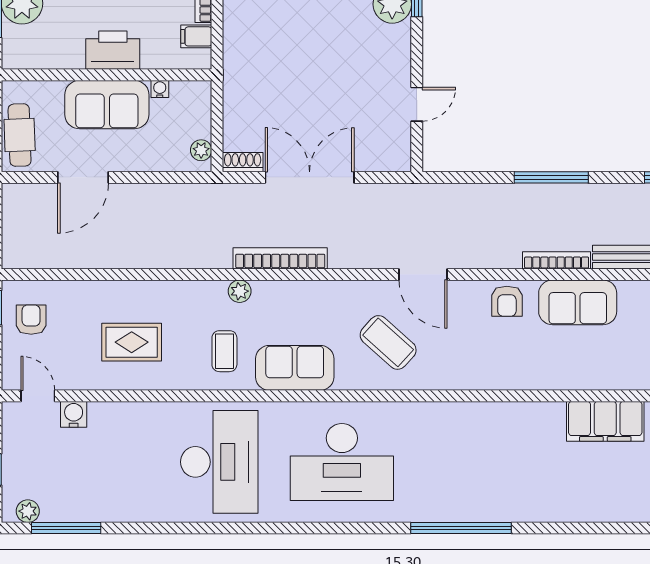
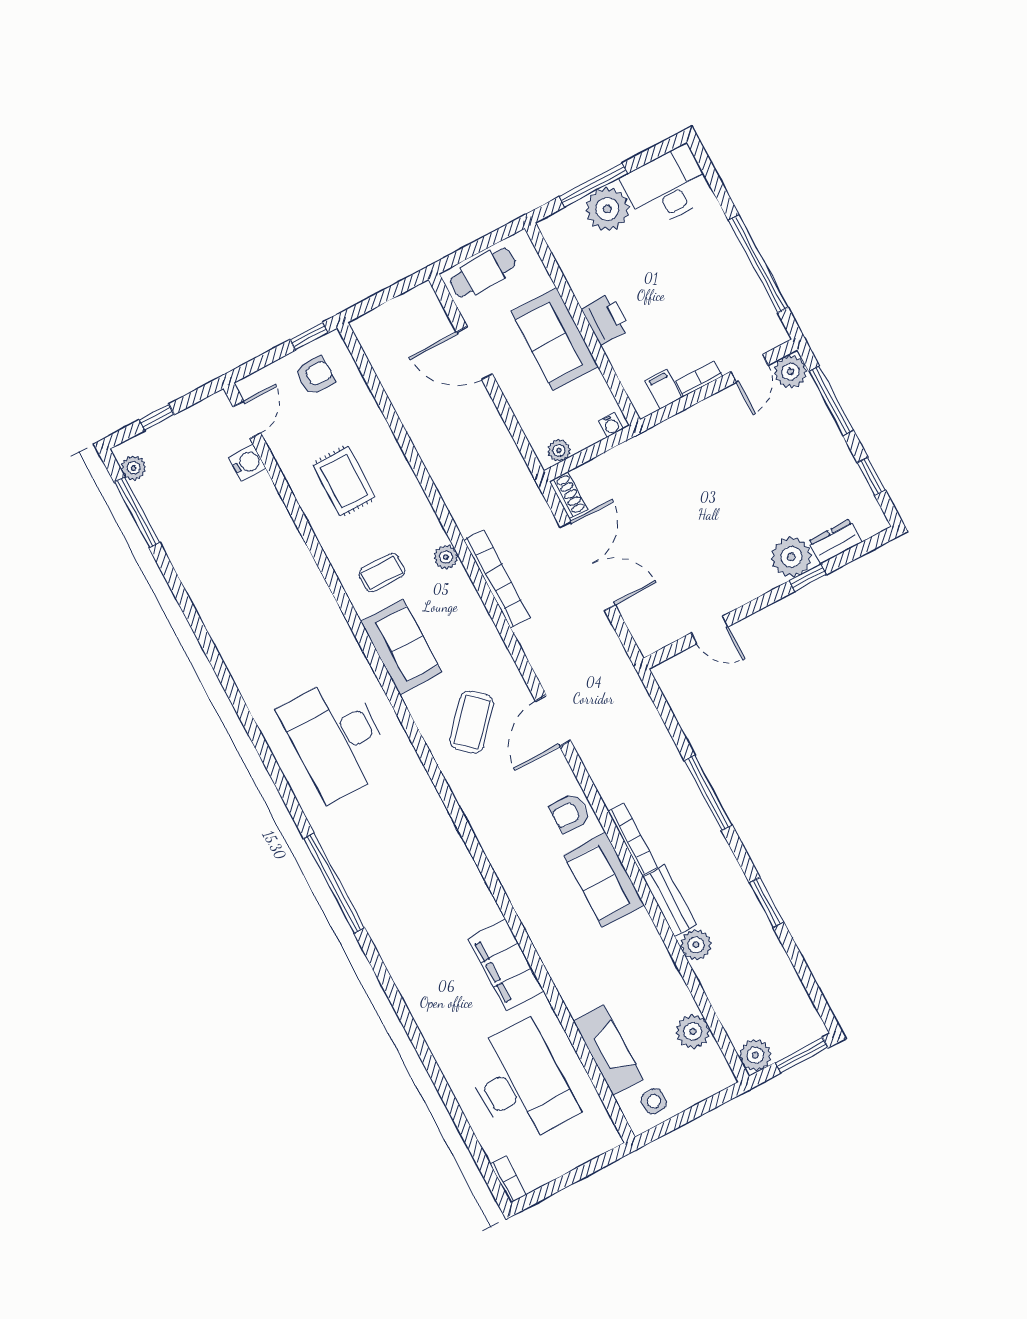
printer: (113, 50) -> (606, 319), width x0.73, depth x0.84
water cooler: (160, 89) -> (611, 425), moved, turned 90
desk: (219, 462) -> (275, 623), removed

